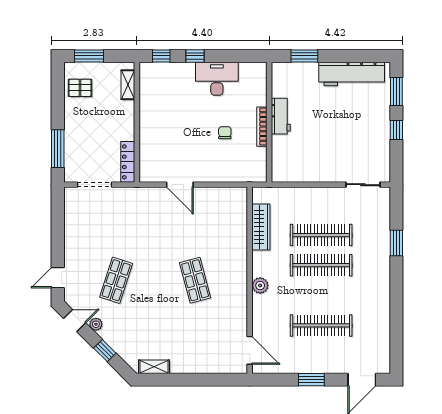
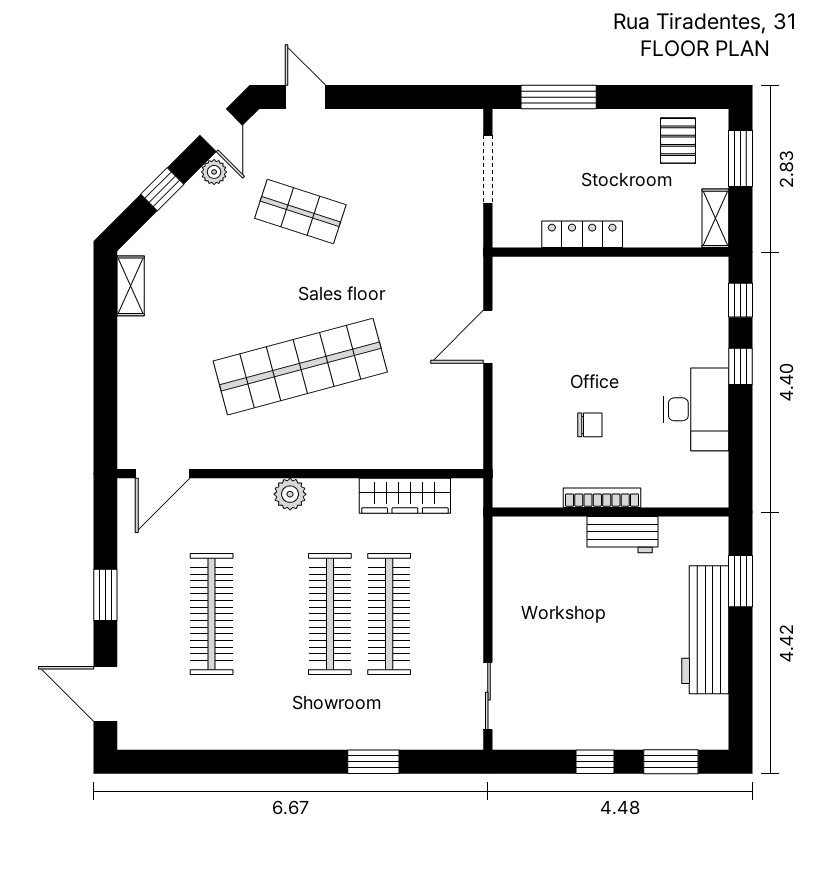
workbench: (352, 74) -> (705, 630), moved
shelving: (128, 85) -> (715, 218), moved, turned 90
locker: (128, 162) -> (582, 234), moved
shop shelf: (195, 280) -> (300, 367), width x2.00, depth x1.36

